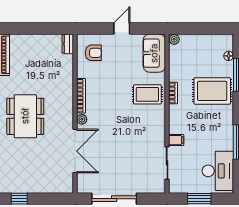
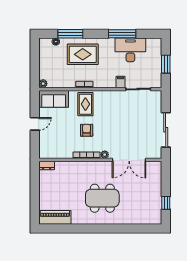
door: (122, 29) -> (35, 124), swing flipped
armchair: (93, 53) -> (87, 130), moved
rug: (212, 91) -> (83, 54), turned 90
double door: (75, 151) -> (129, 160), swing flipped
desk: (218, 171) -> (130, 50), moved

